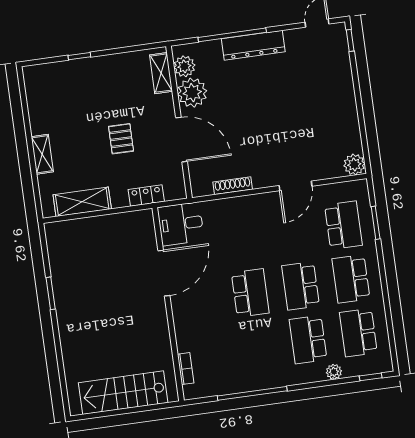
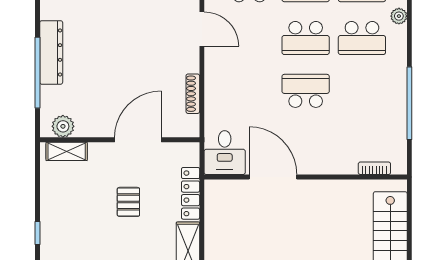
plant: (192, 93) -> (91, 122), removed
pallet: (121, 139) -> (128, 202), turned 90
locker: (146, 196) -> (191, 193), width x1.53

